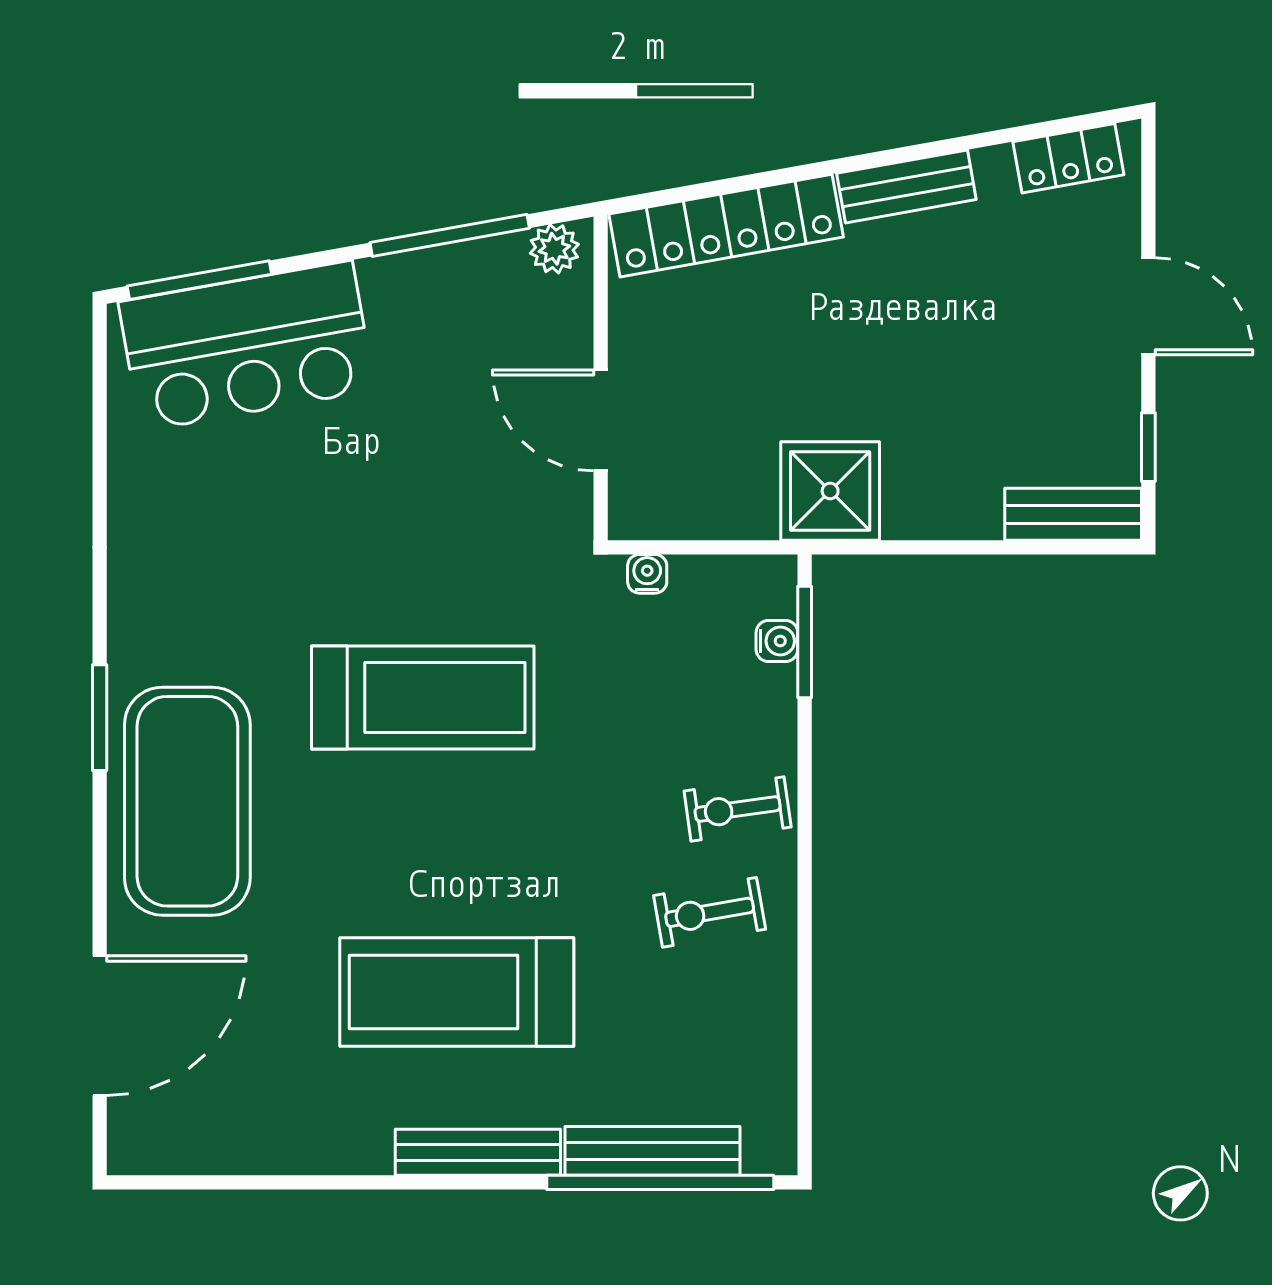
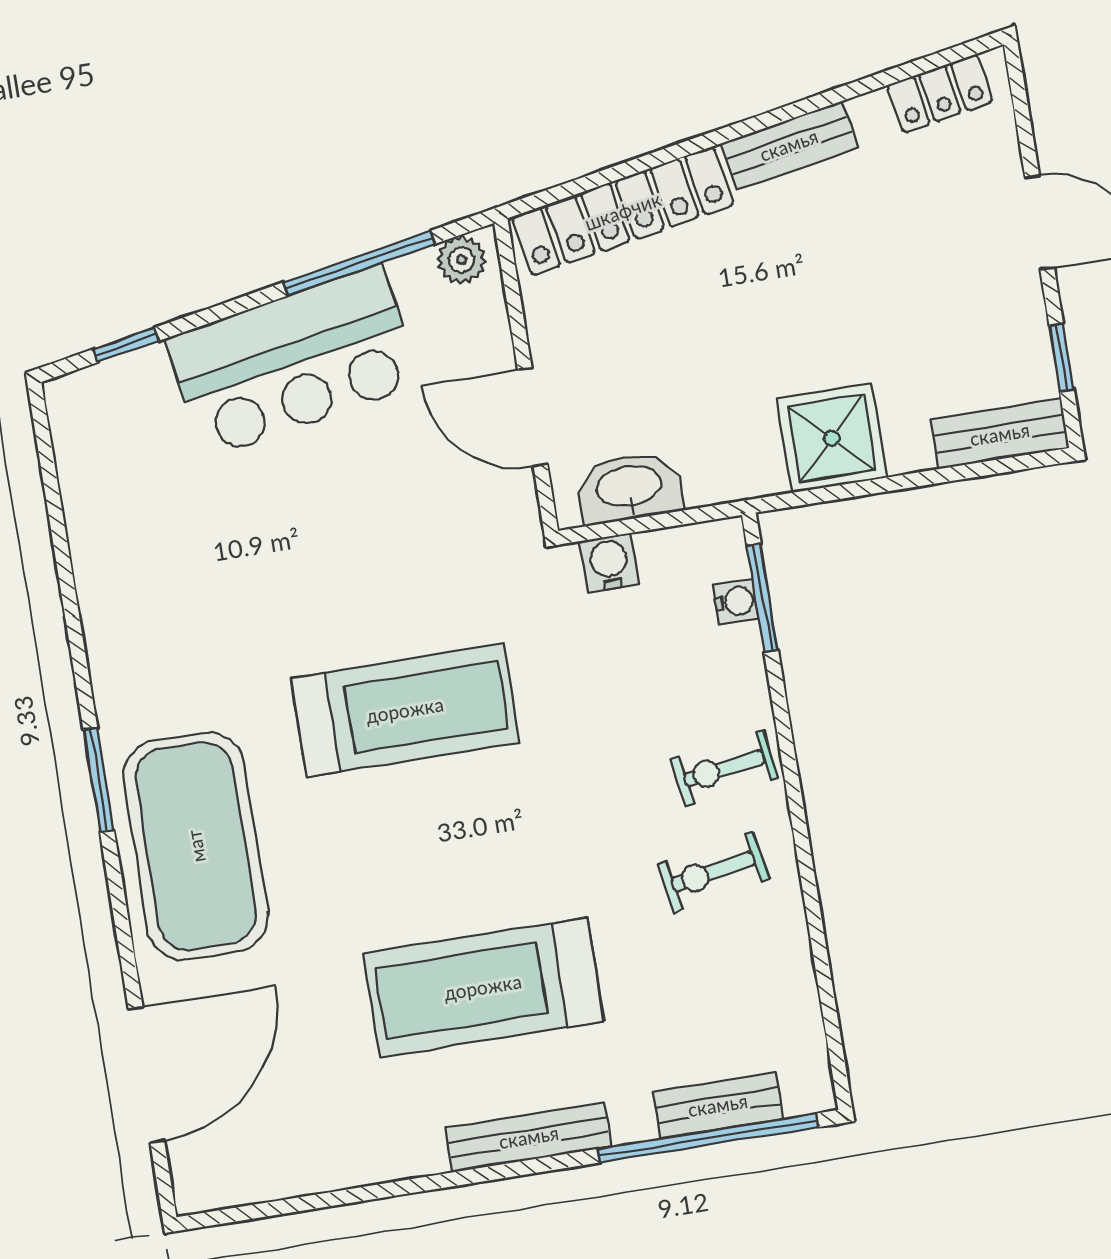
window: (199, 280) -> (126, 345), width x0.46
bar counter: (247, 346) -> (294, 361), moved
shower: (830, 491) -> (832, 438), moved
washbasin: (687, 508) -> (629, 488), added
water cooler: (647, 574) -> (609, 563), width x1.38, depth x1.38
bench: (652, 1151) -> (718, 1105), width x0.73

